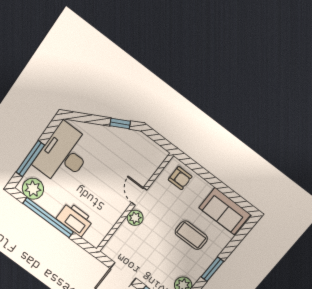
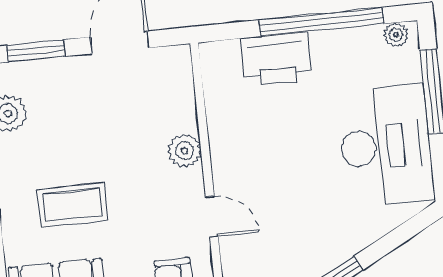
plant: (33, 189) -> (396, 35), width x0.53, depth x0.53
door: (139, 196) -> (212, 217), moved

